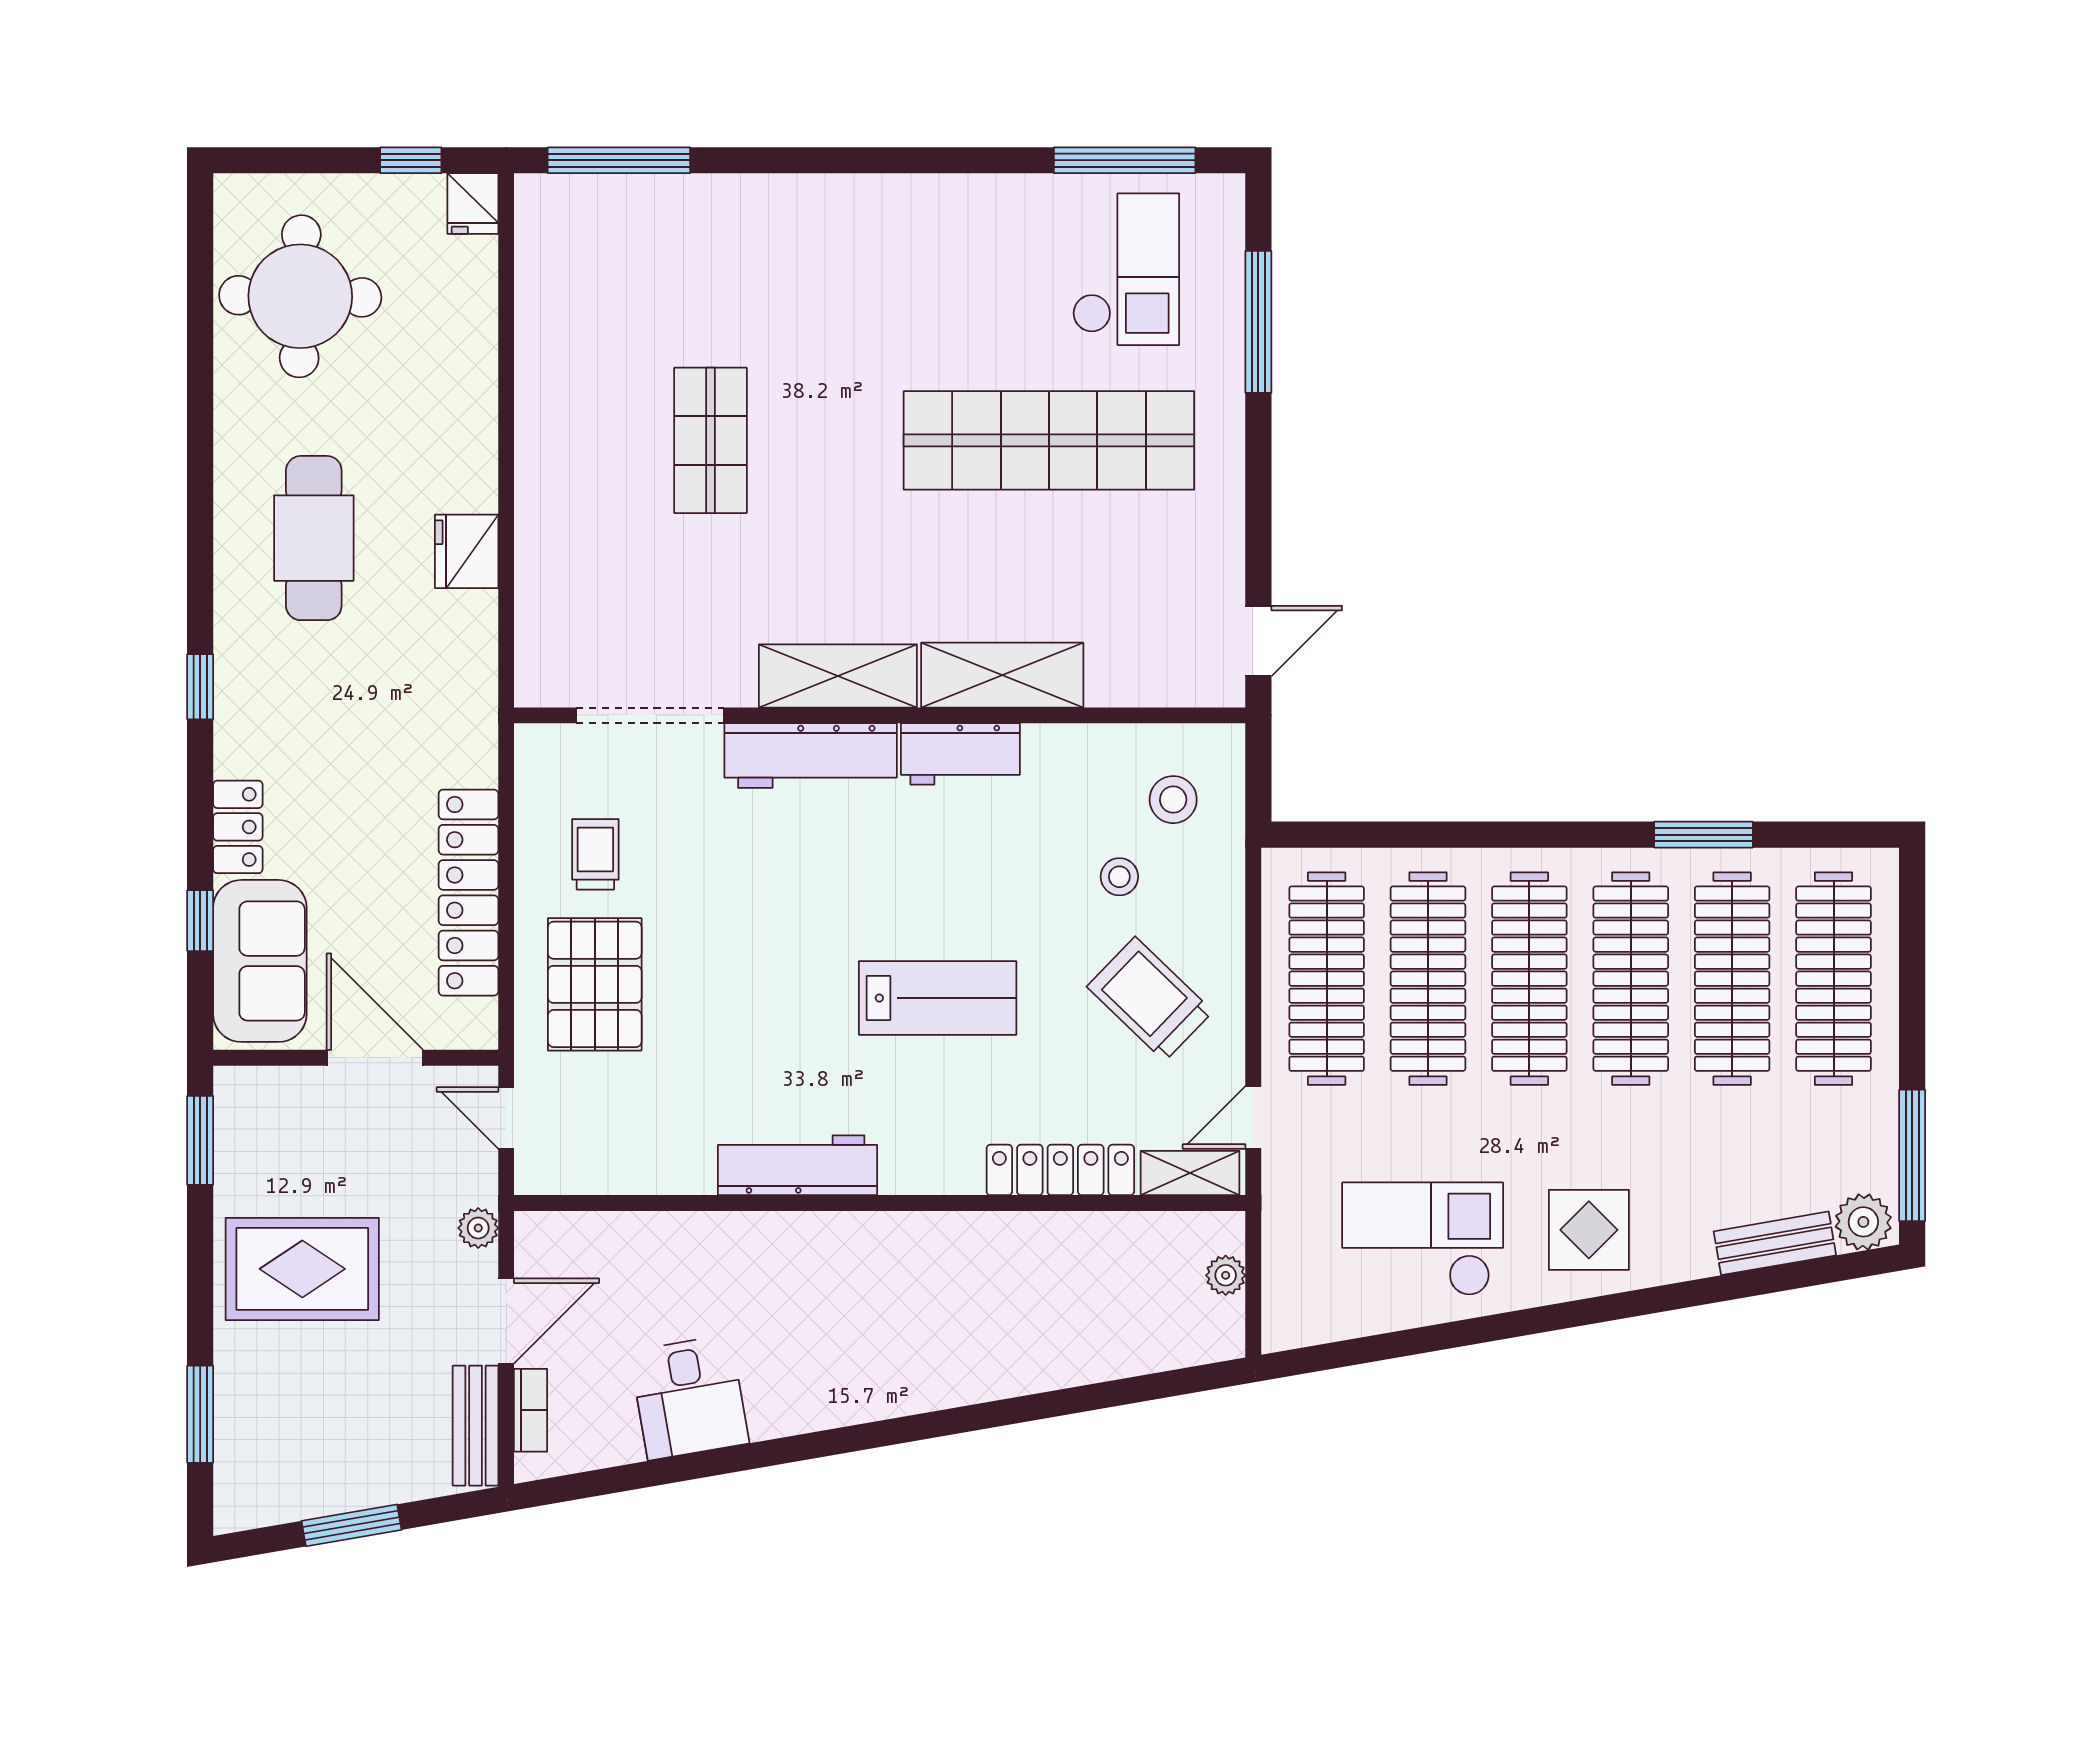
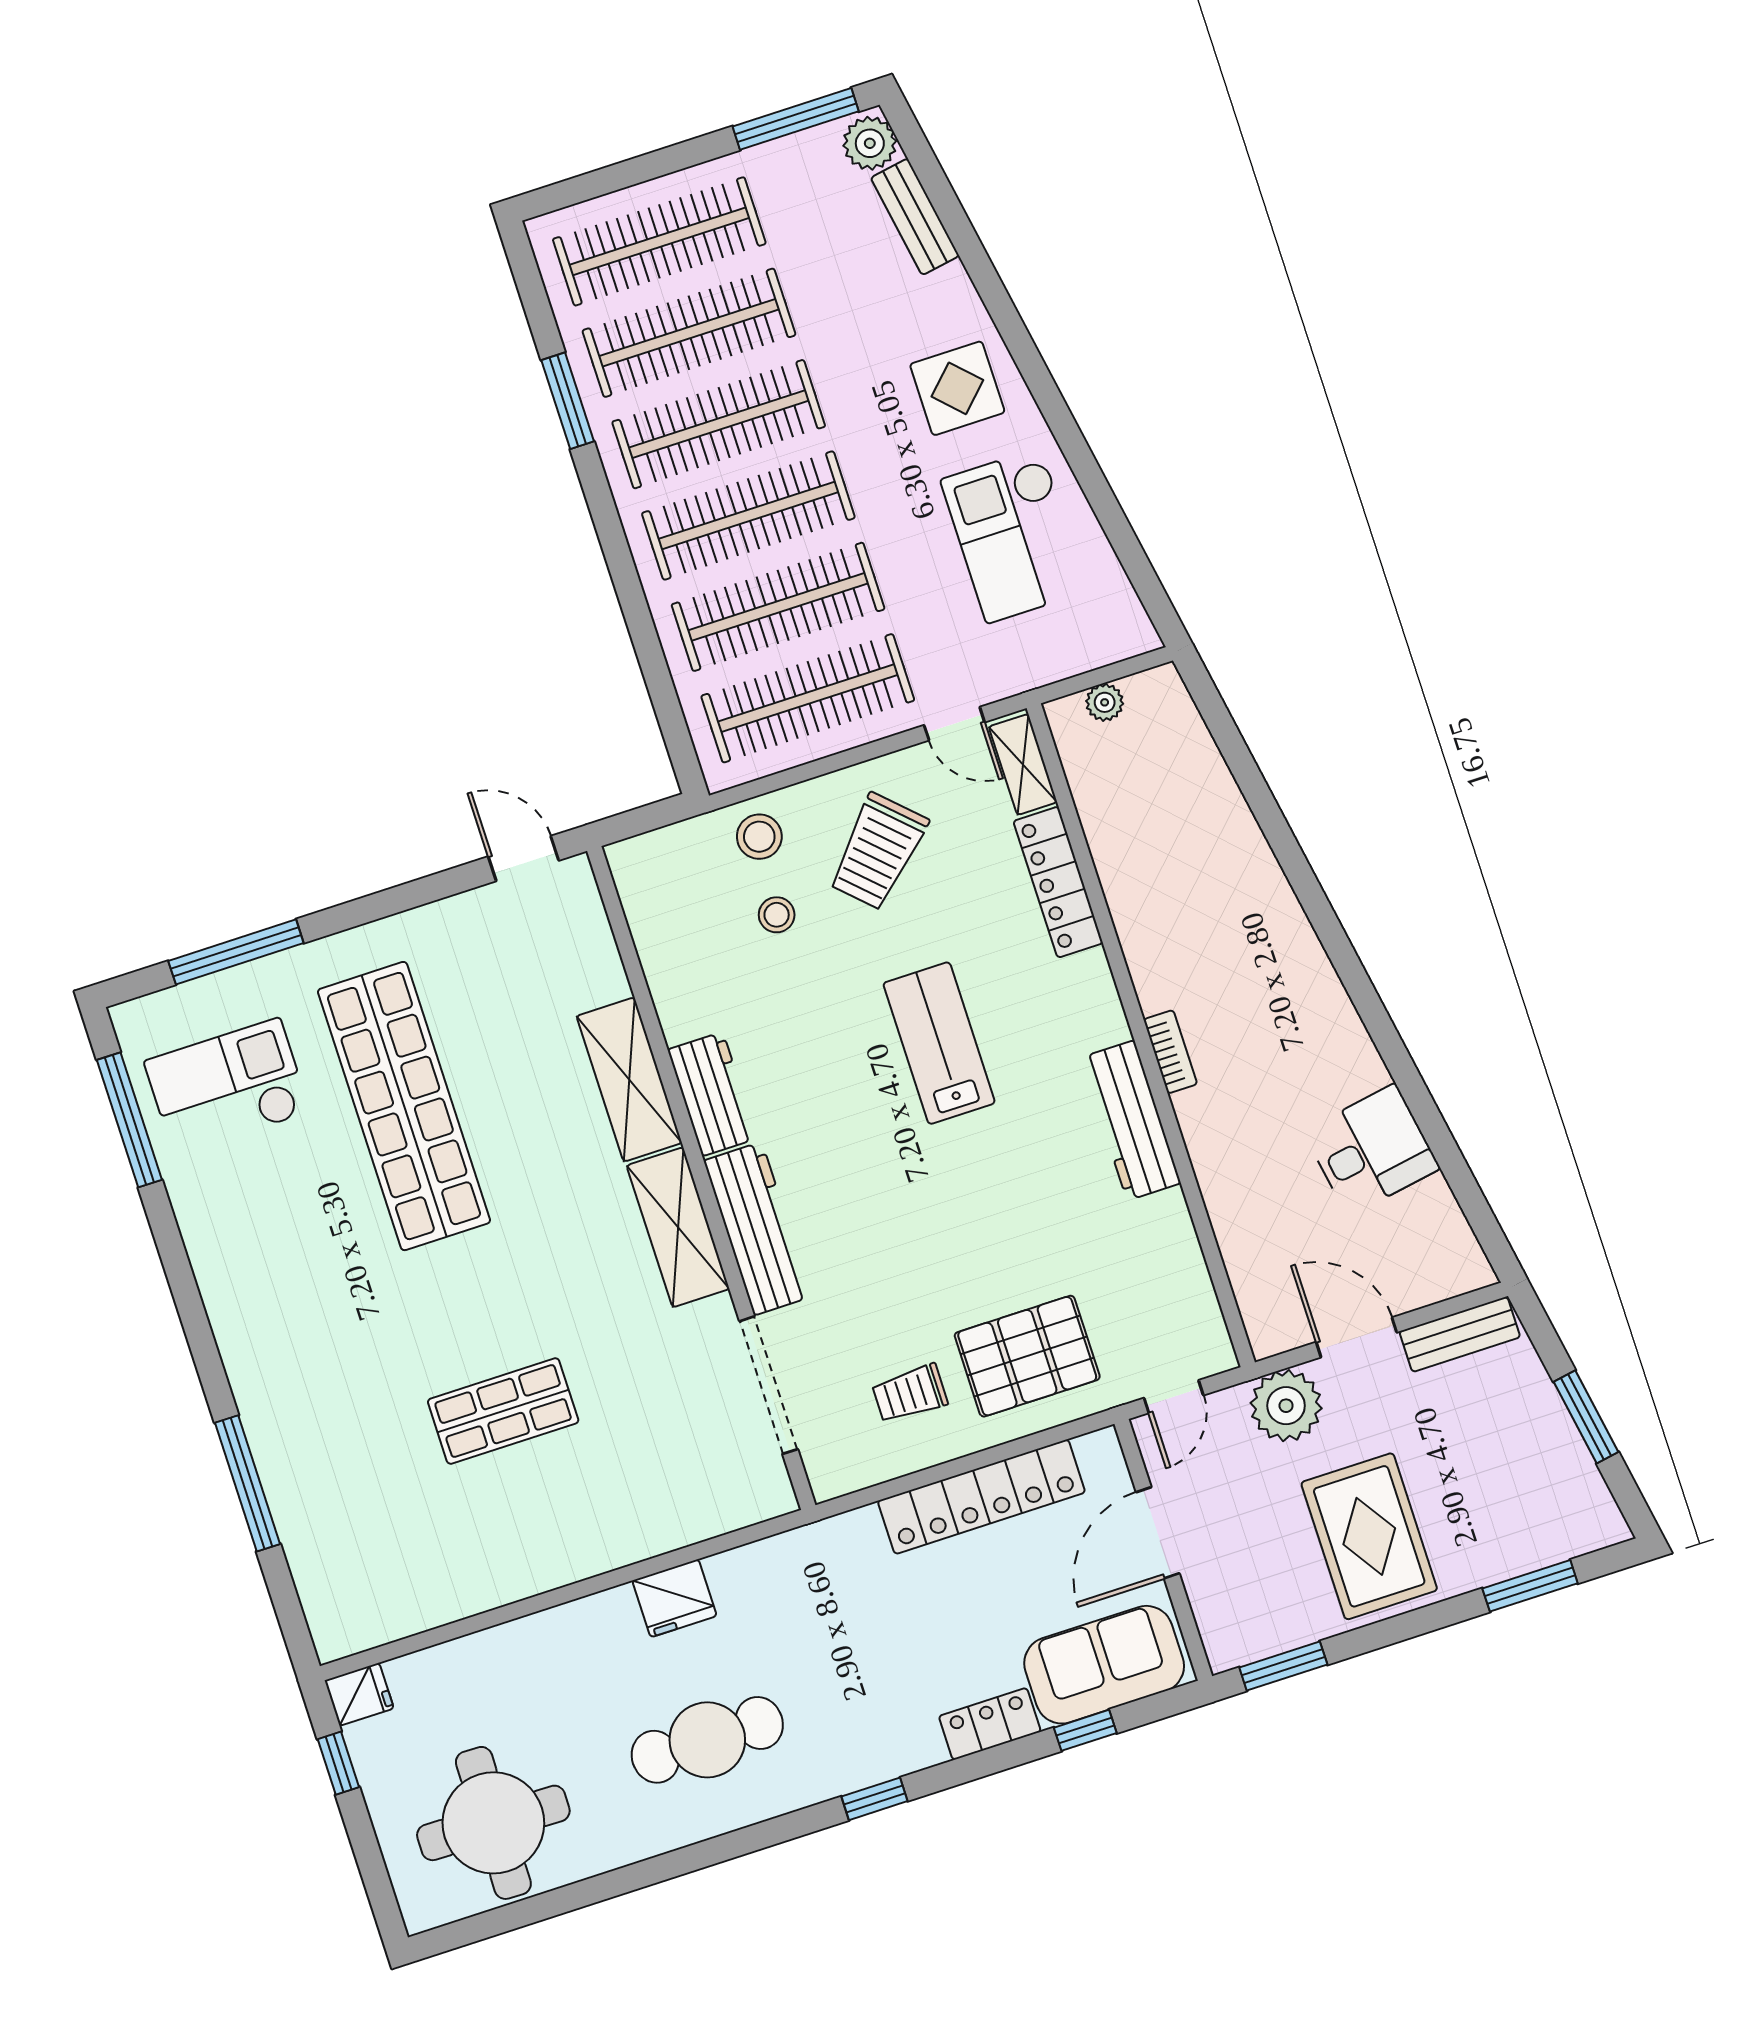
window: (619, 160) -> (247, 1483), moved
stool: (1173, 800) -> (759, 837), moved
plant: (478, 1228) -> (1286, 1406), width x1.88, depth x1.88
bookcase: (531, 1410) -> (1170, 1052), moved, turned 90

